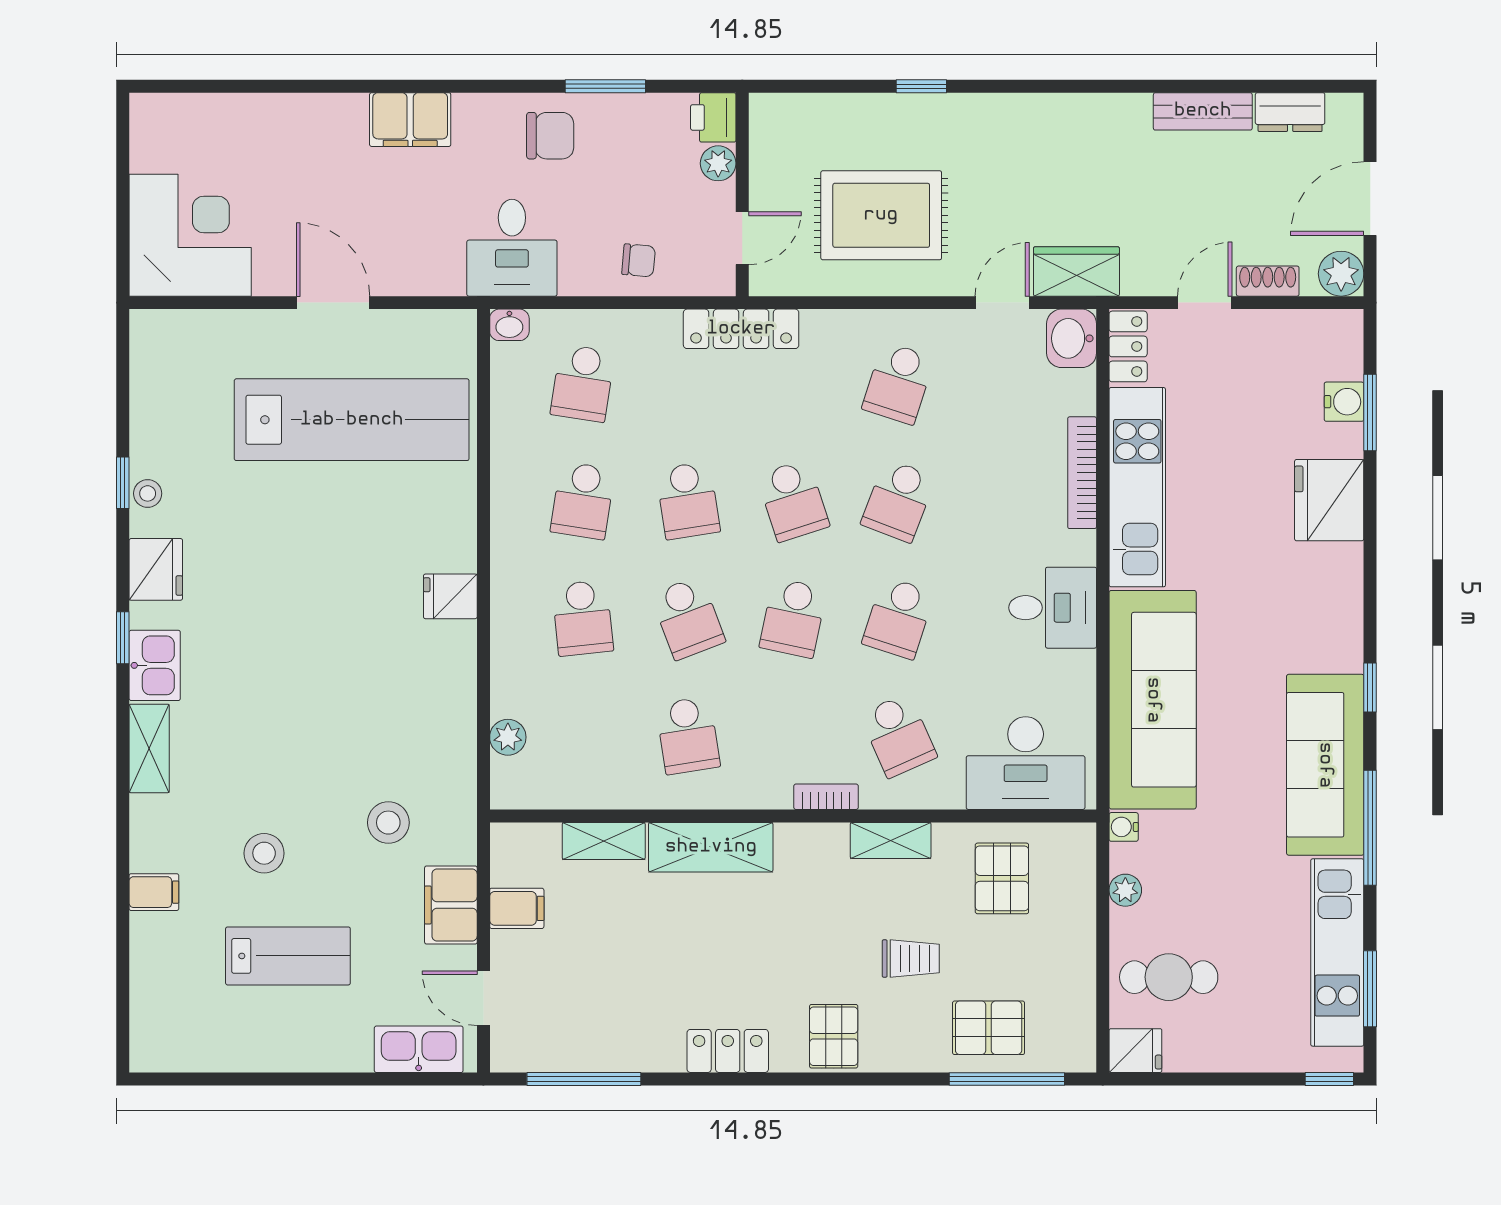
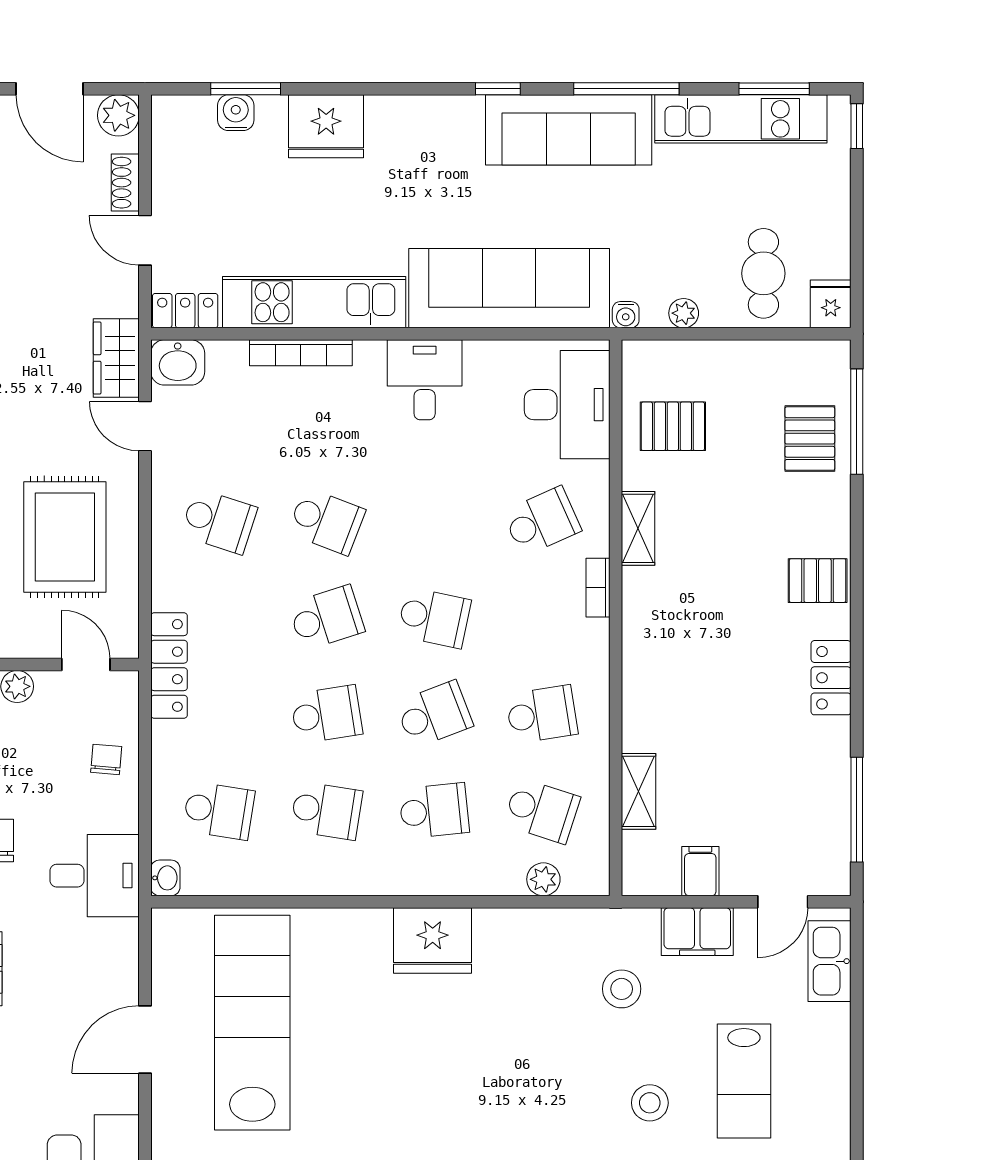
fridge: (450, 596) -> (433, 940), width x1.88, depth x1.34
school desk: (898, 618) -> (542, 811), moved
shelving: (711, 847) -> (644, 693), removed
lab bench: (288, 956) -> (744, 1081), turned 180
trolley: (911, 959) -> (746, 510), removed

